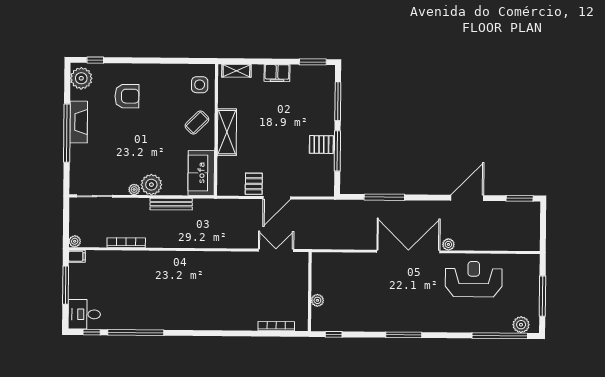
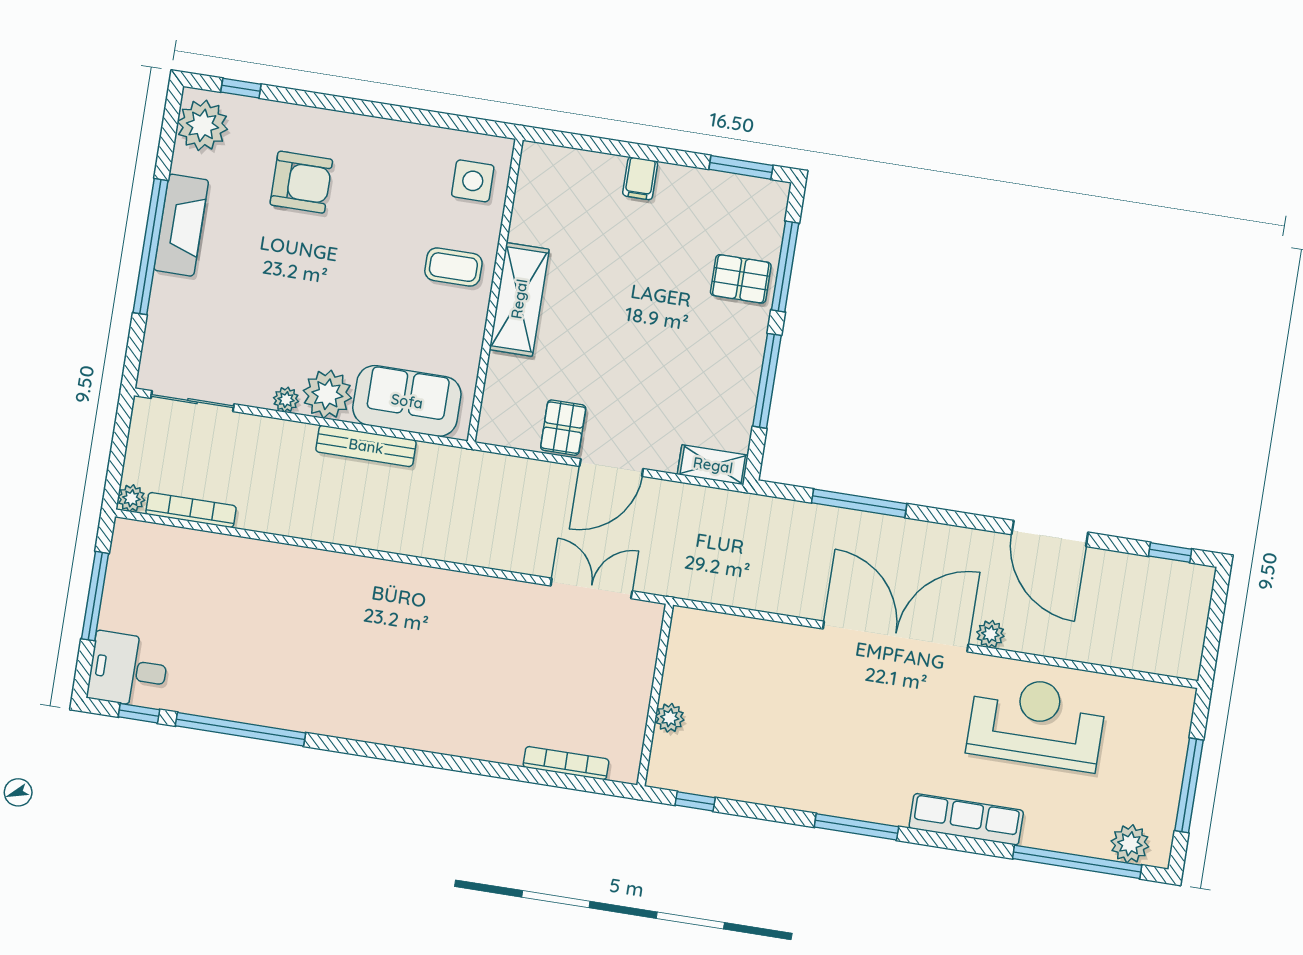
shelving: (236, 71) -> (713, 465), moved
filing cabinet: (277, 73) -> (640, 178), width x0.50
coffee table: (197, 123) -> (453, 267), turned 45
pallet: (321, 145) -> (741, 279), moved
sofa: (201, 173) -> (407, 401), moved, turned 90
door: (467, 198) -> (1050, 533), swing flipped
window: (520, 198) -> (1170, 553), width x0.67
bookcase: (126, 243) -> (191, 510), moved
filing cabinet: (77, 256) -> (131, 533), removed
row of seats: (450, 325) -> (966, 819), added

